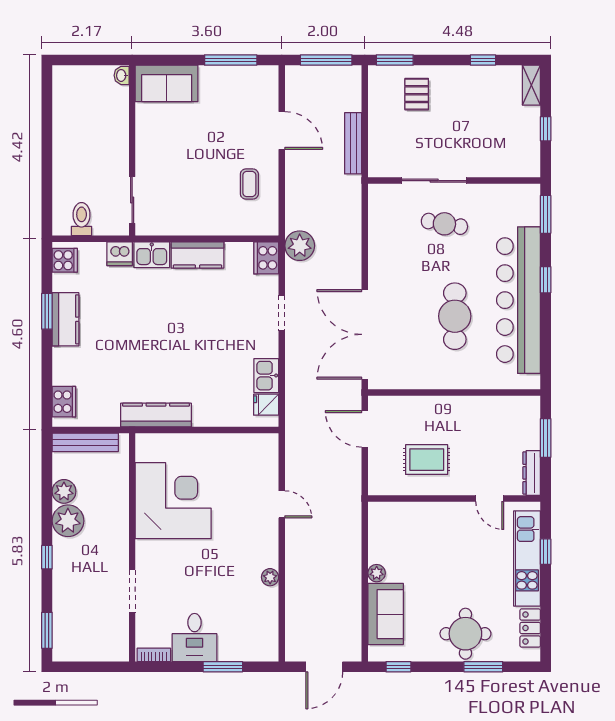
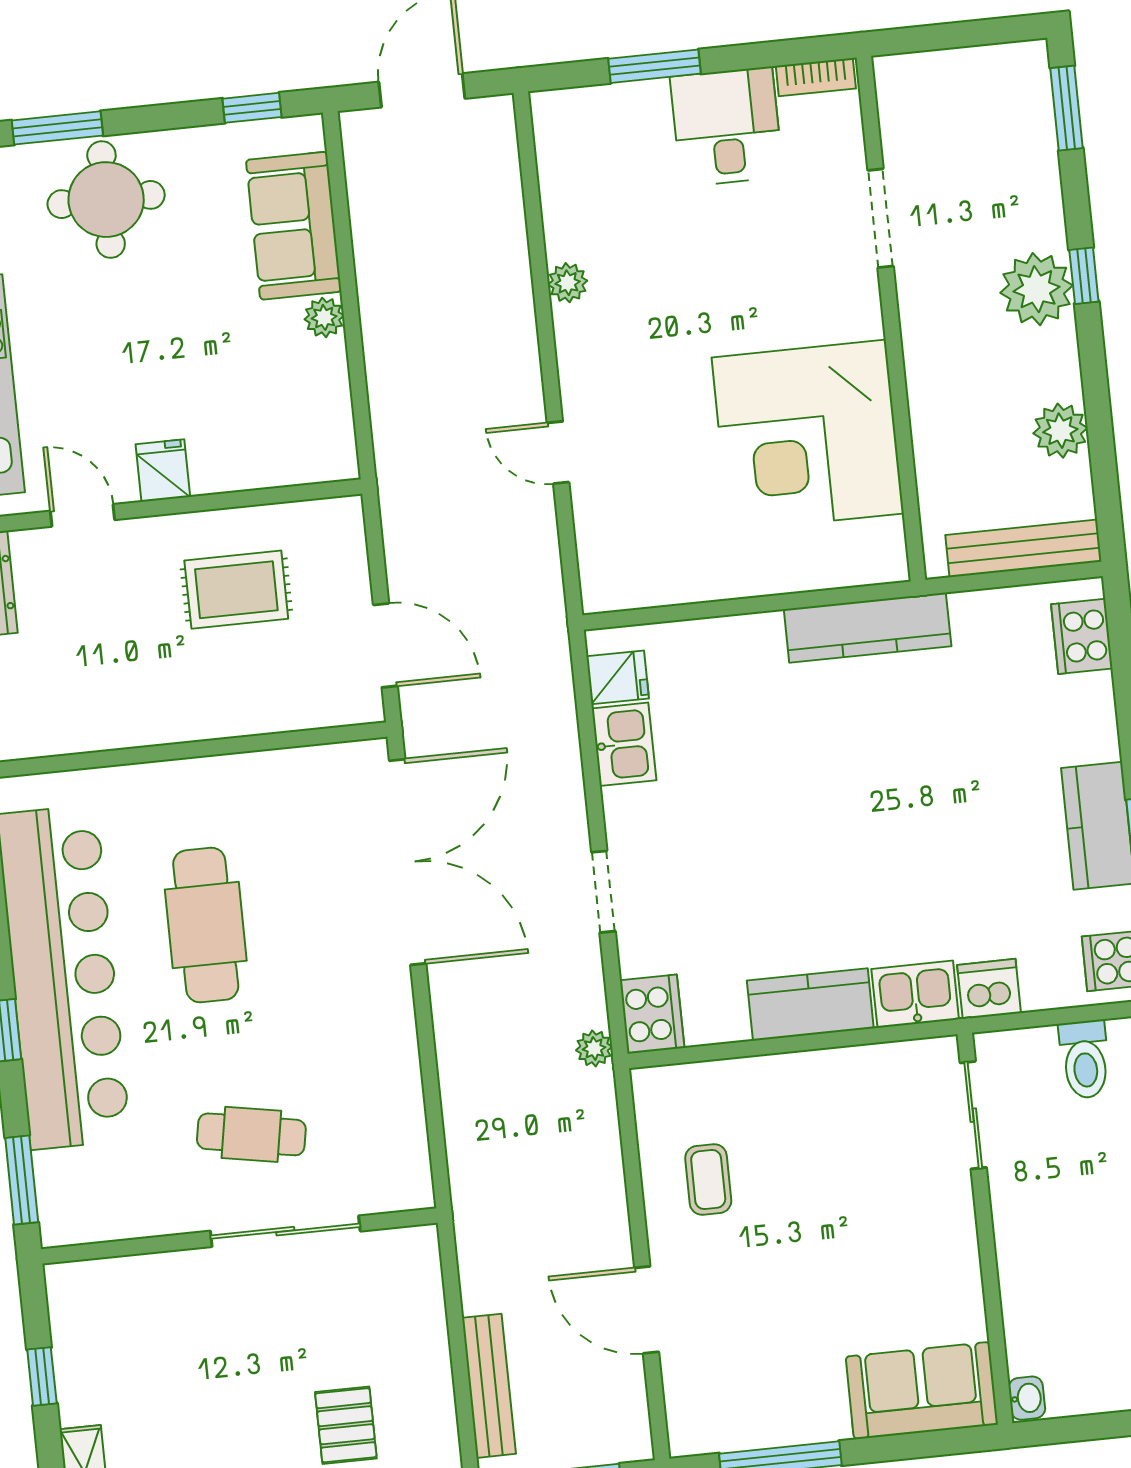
bench: (353, 143) -> (489, 1386), moved
plant: (300, 246) -> (594, 1048), width x0.53, depth x0.53
fridge: (453, 514) -> (163, 471), added
plant: (68, 521) -> (1036, 289), moved

